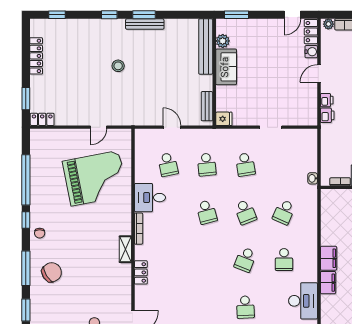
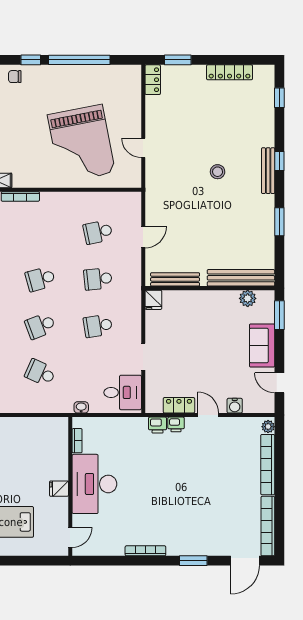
window: (144, 15) -> (279, 222), moved
bench: (145, 24) -> (268, 171), moved
locker: (311, 32) -> (179, 405), moved
sofa: (226, 67) -> (262, 345), moved, turned 90
bench: (207, 106) -> (175, 279), width x1.36
desk: (150, 198) -> (123, 392), moved, turned 90

